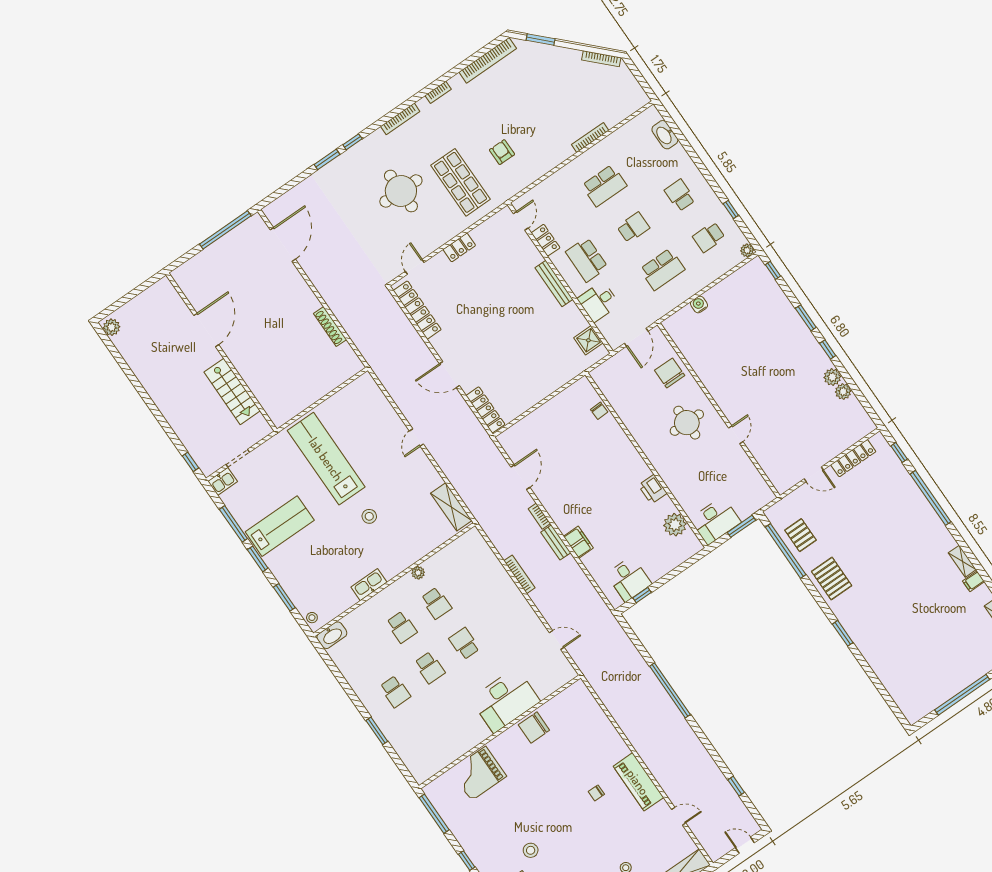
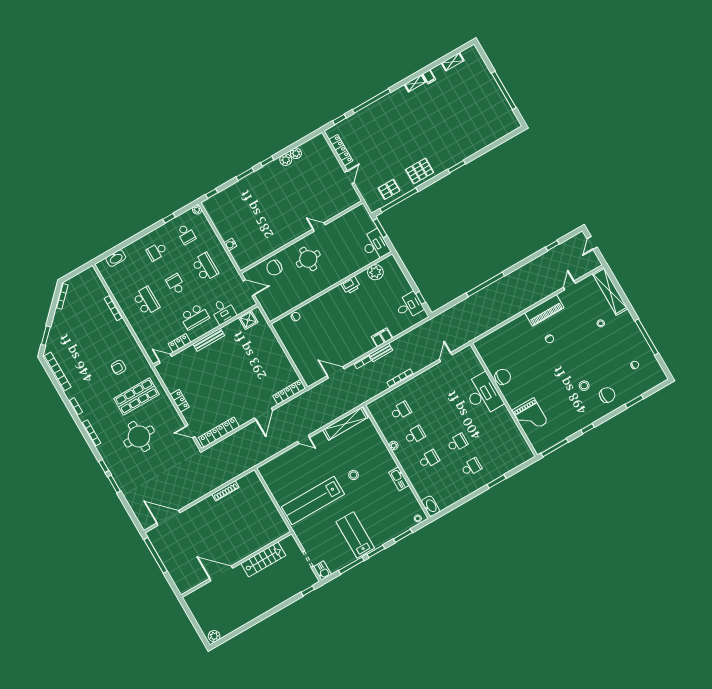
shelving: (451, 507) -> (345, 424), width x1.47
school desk: (464, 644) -> (401, 411), moved, turned 180
chair: (534, 728) -> (503, 377), turned -90

